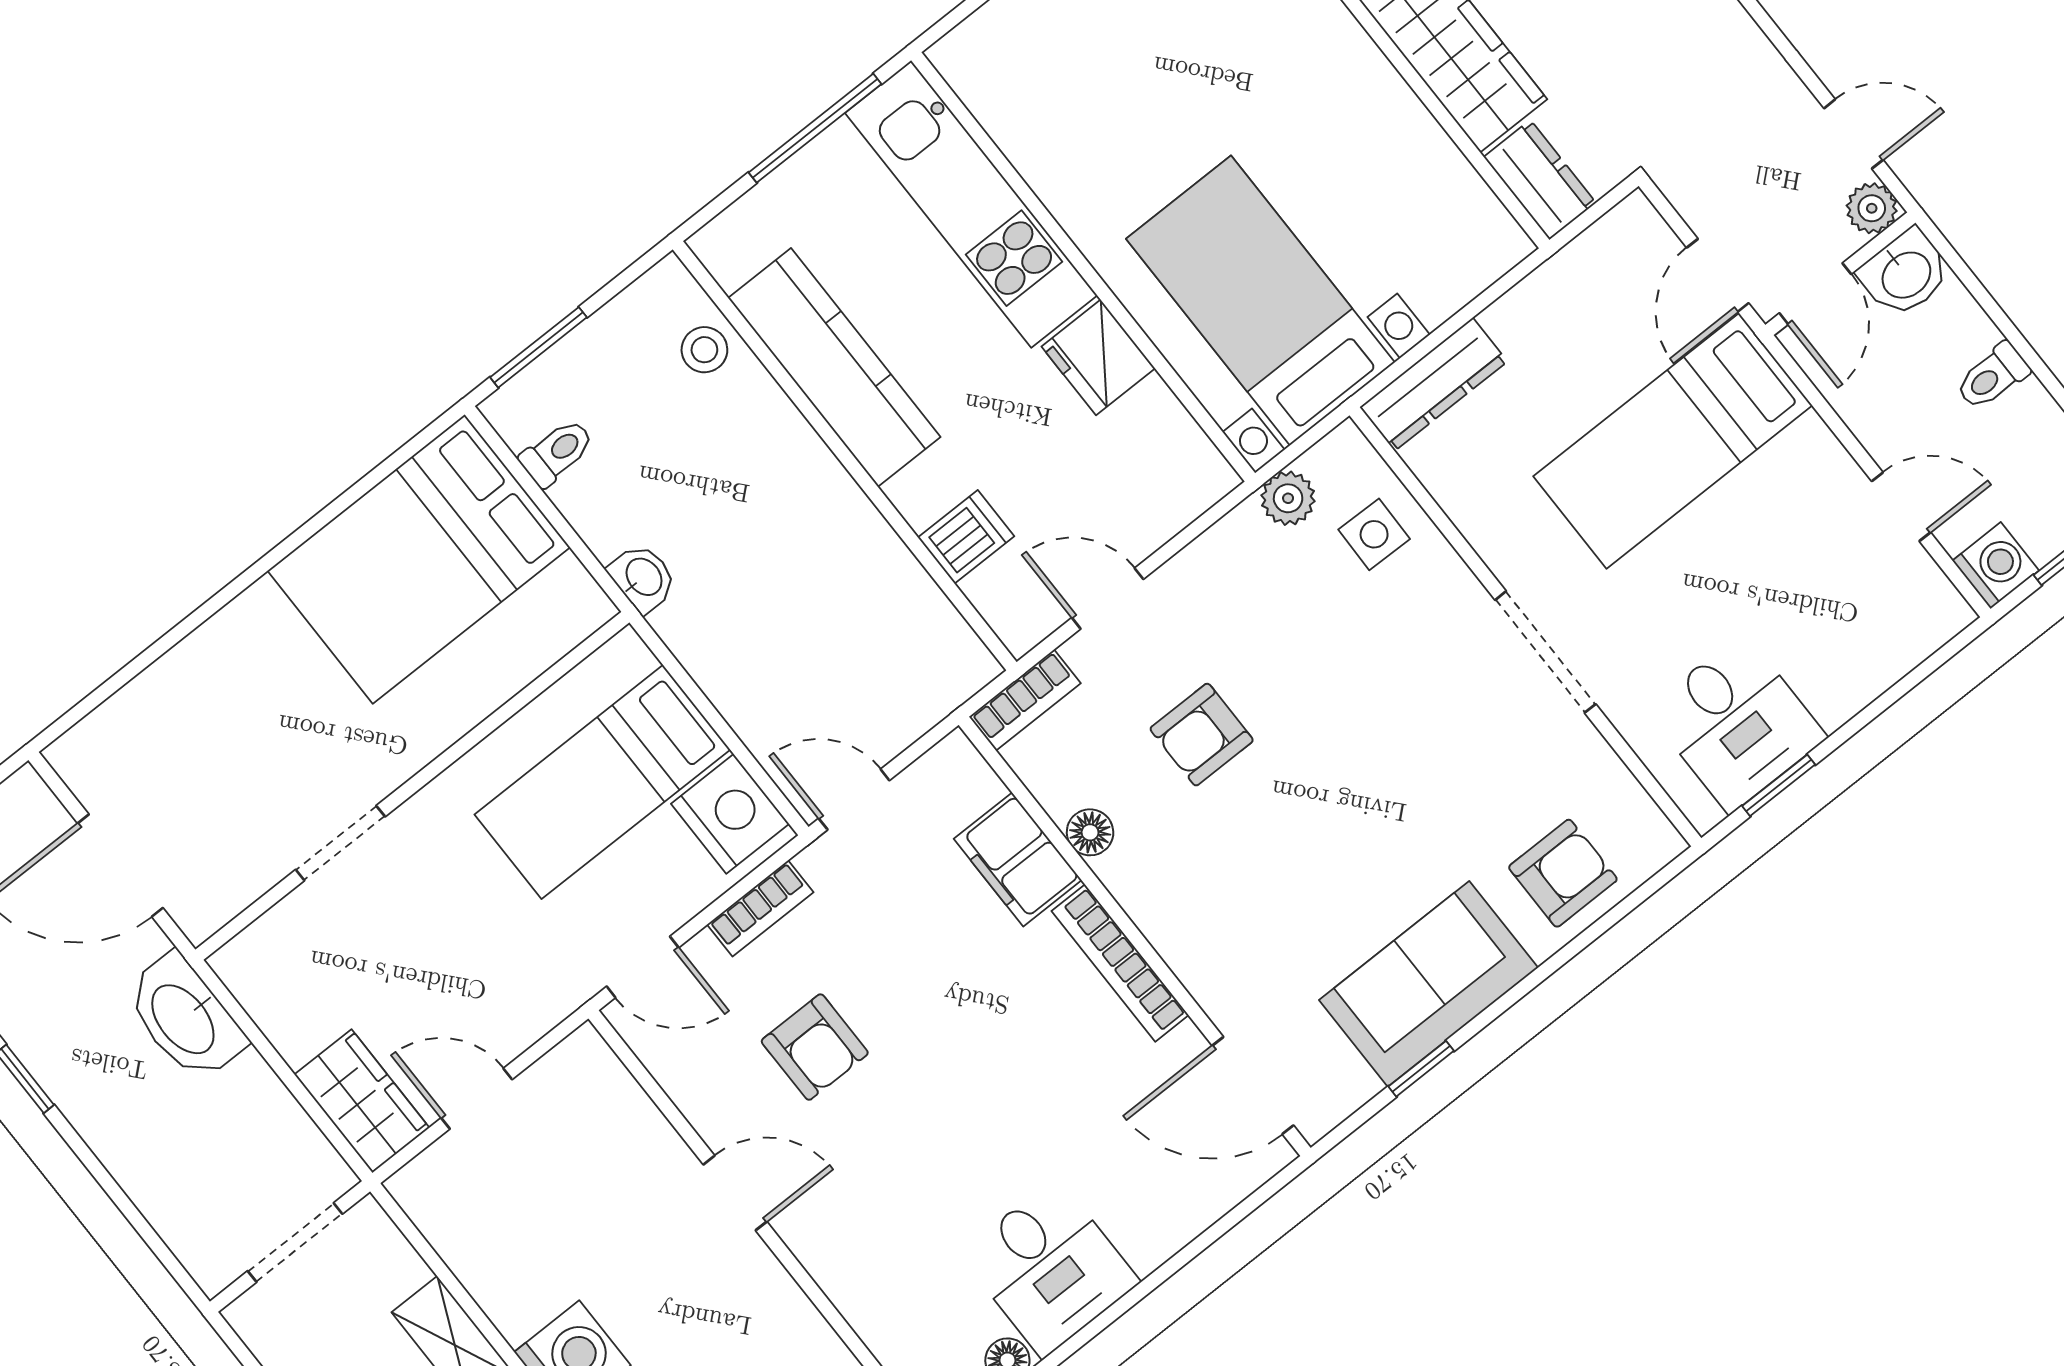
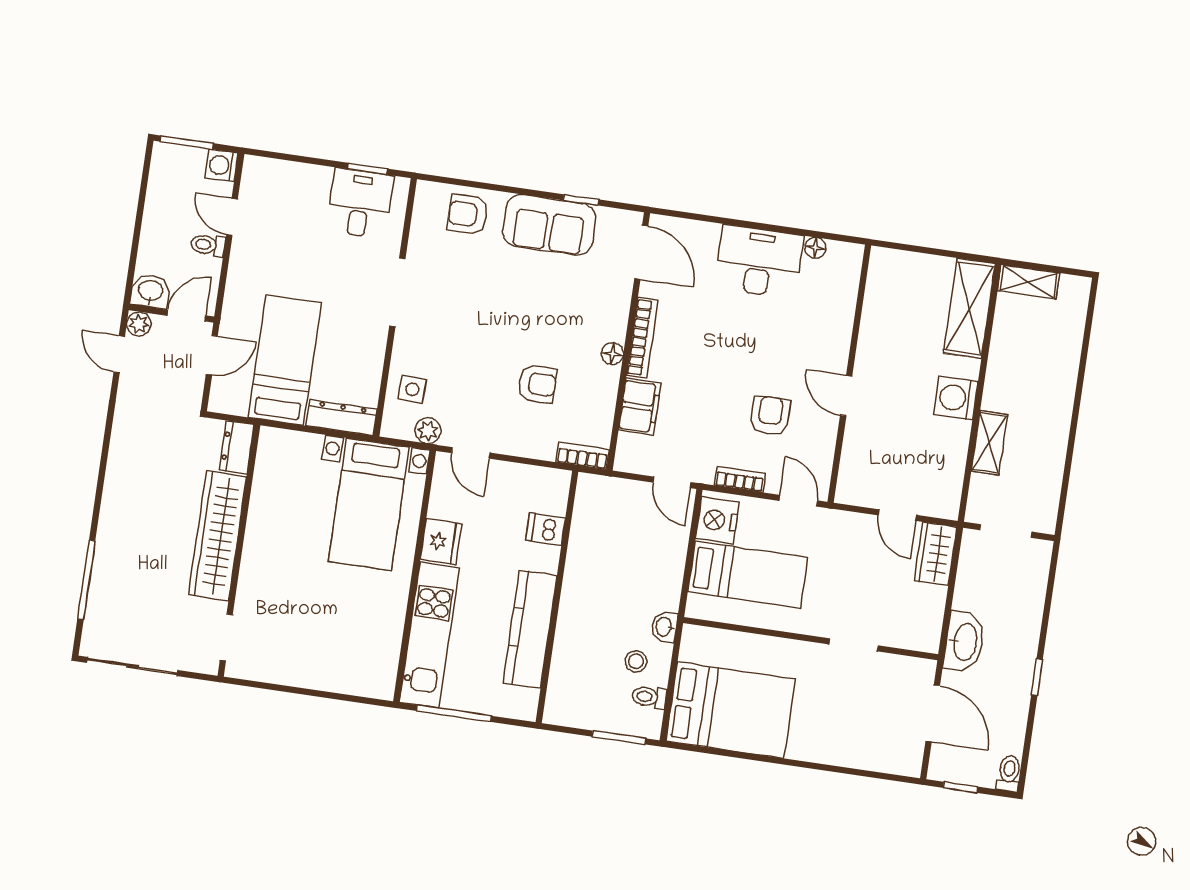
stool: (704, 350) -> (636, 661), moved
toilet: (1992, 376) -> (208, 245), moved, turned 180
bed: (1673, 441) -> (285, 360), moved, turned -90
door: (1108, 598) -> (471, 453), moved
floor lamp: (1090, 832) -> (612, 354), moved
desk: (1050, 1268) -> (759, 262), width x1.37

